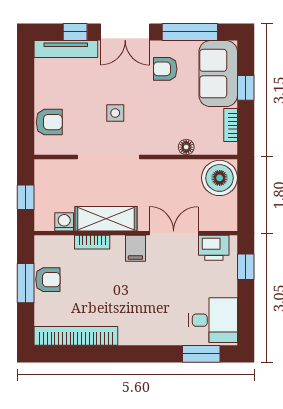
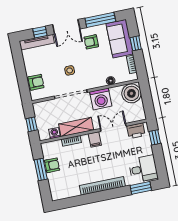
washing machine: (161, 177) -> (101, 99), added
bookcase: (76, 336) -> (102, 186), moved

